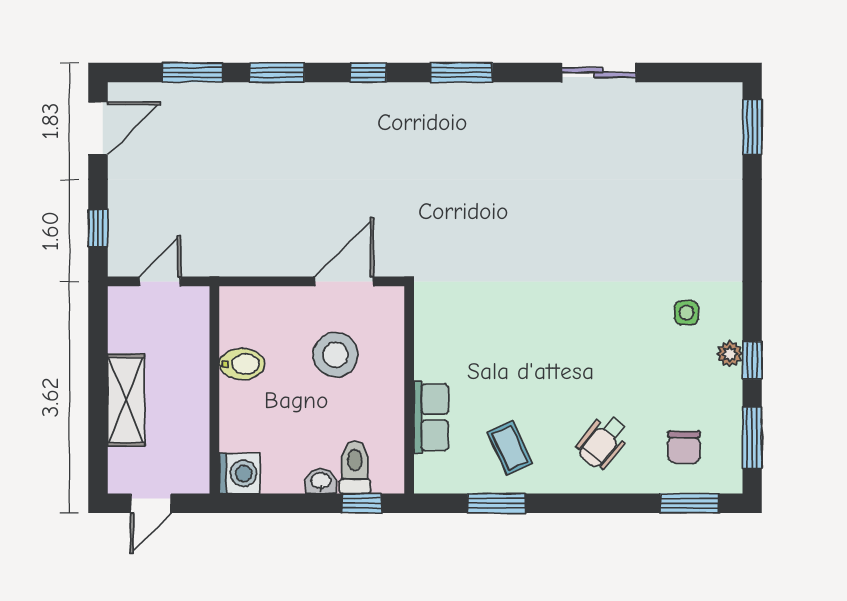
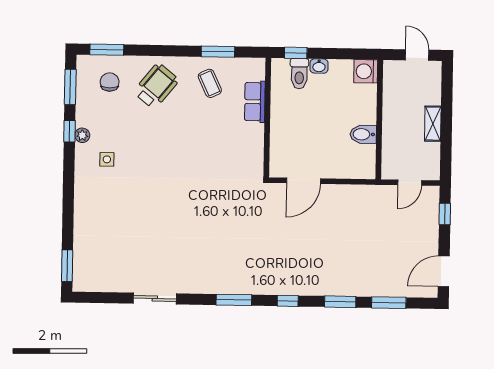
stool: (335, 355) -> (309, 139), removed
shelving: (126, 400) -> (433, 124), width x0.67, depth x0.75
wheelchair: (603, 442) -> (156, 86), width x1.36, depth x1.37
door: (151, 503) -> (417, 55), hinge flipped

